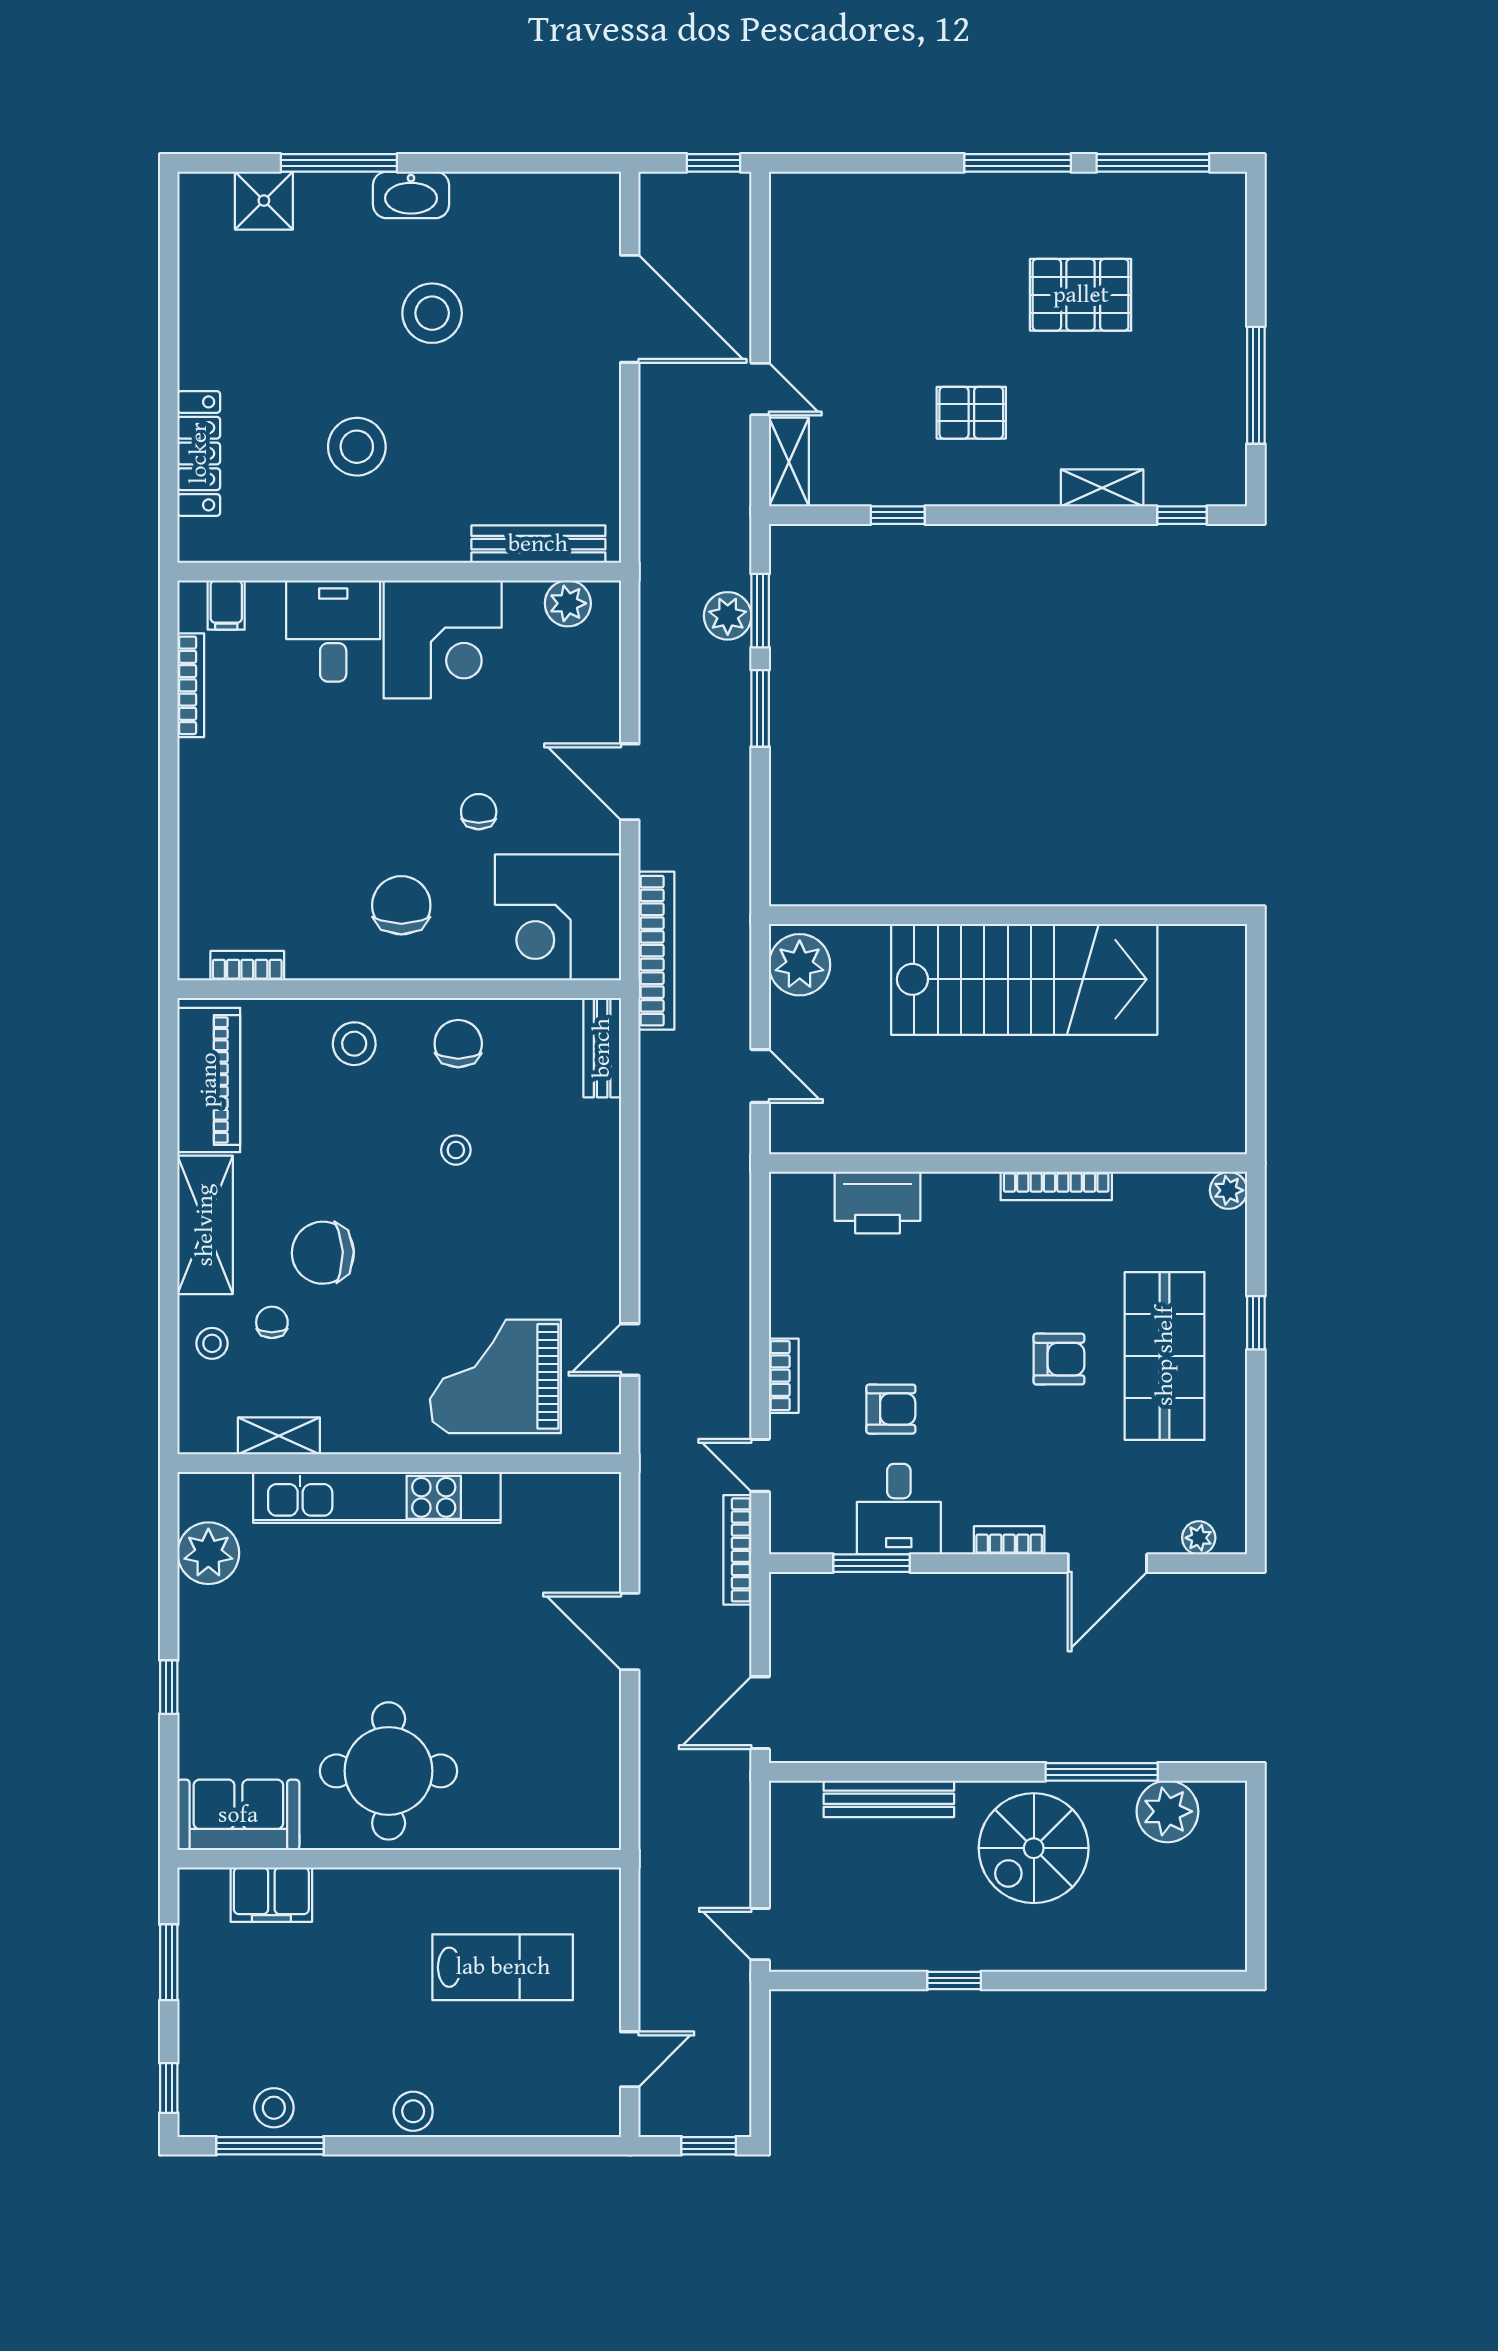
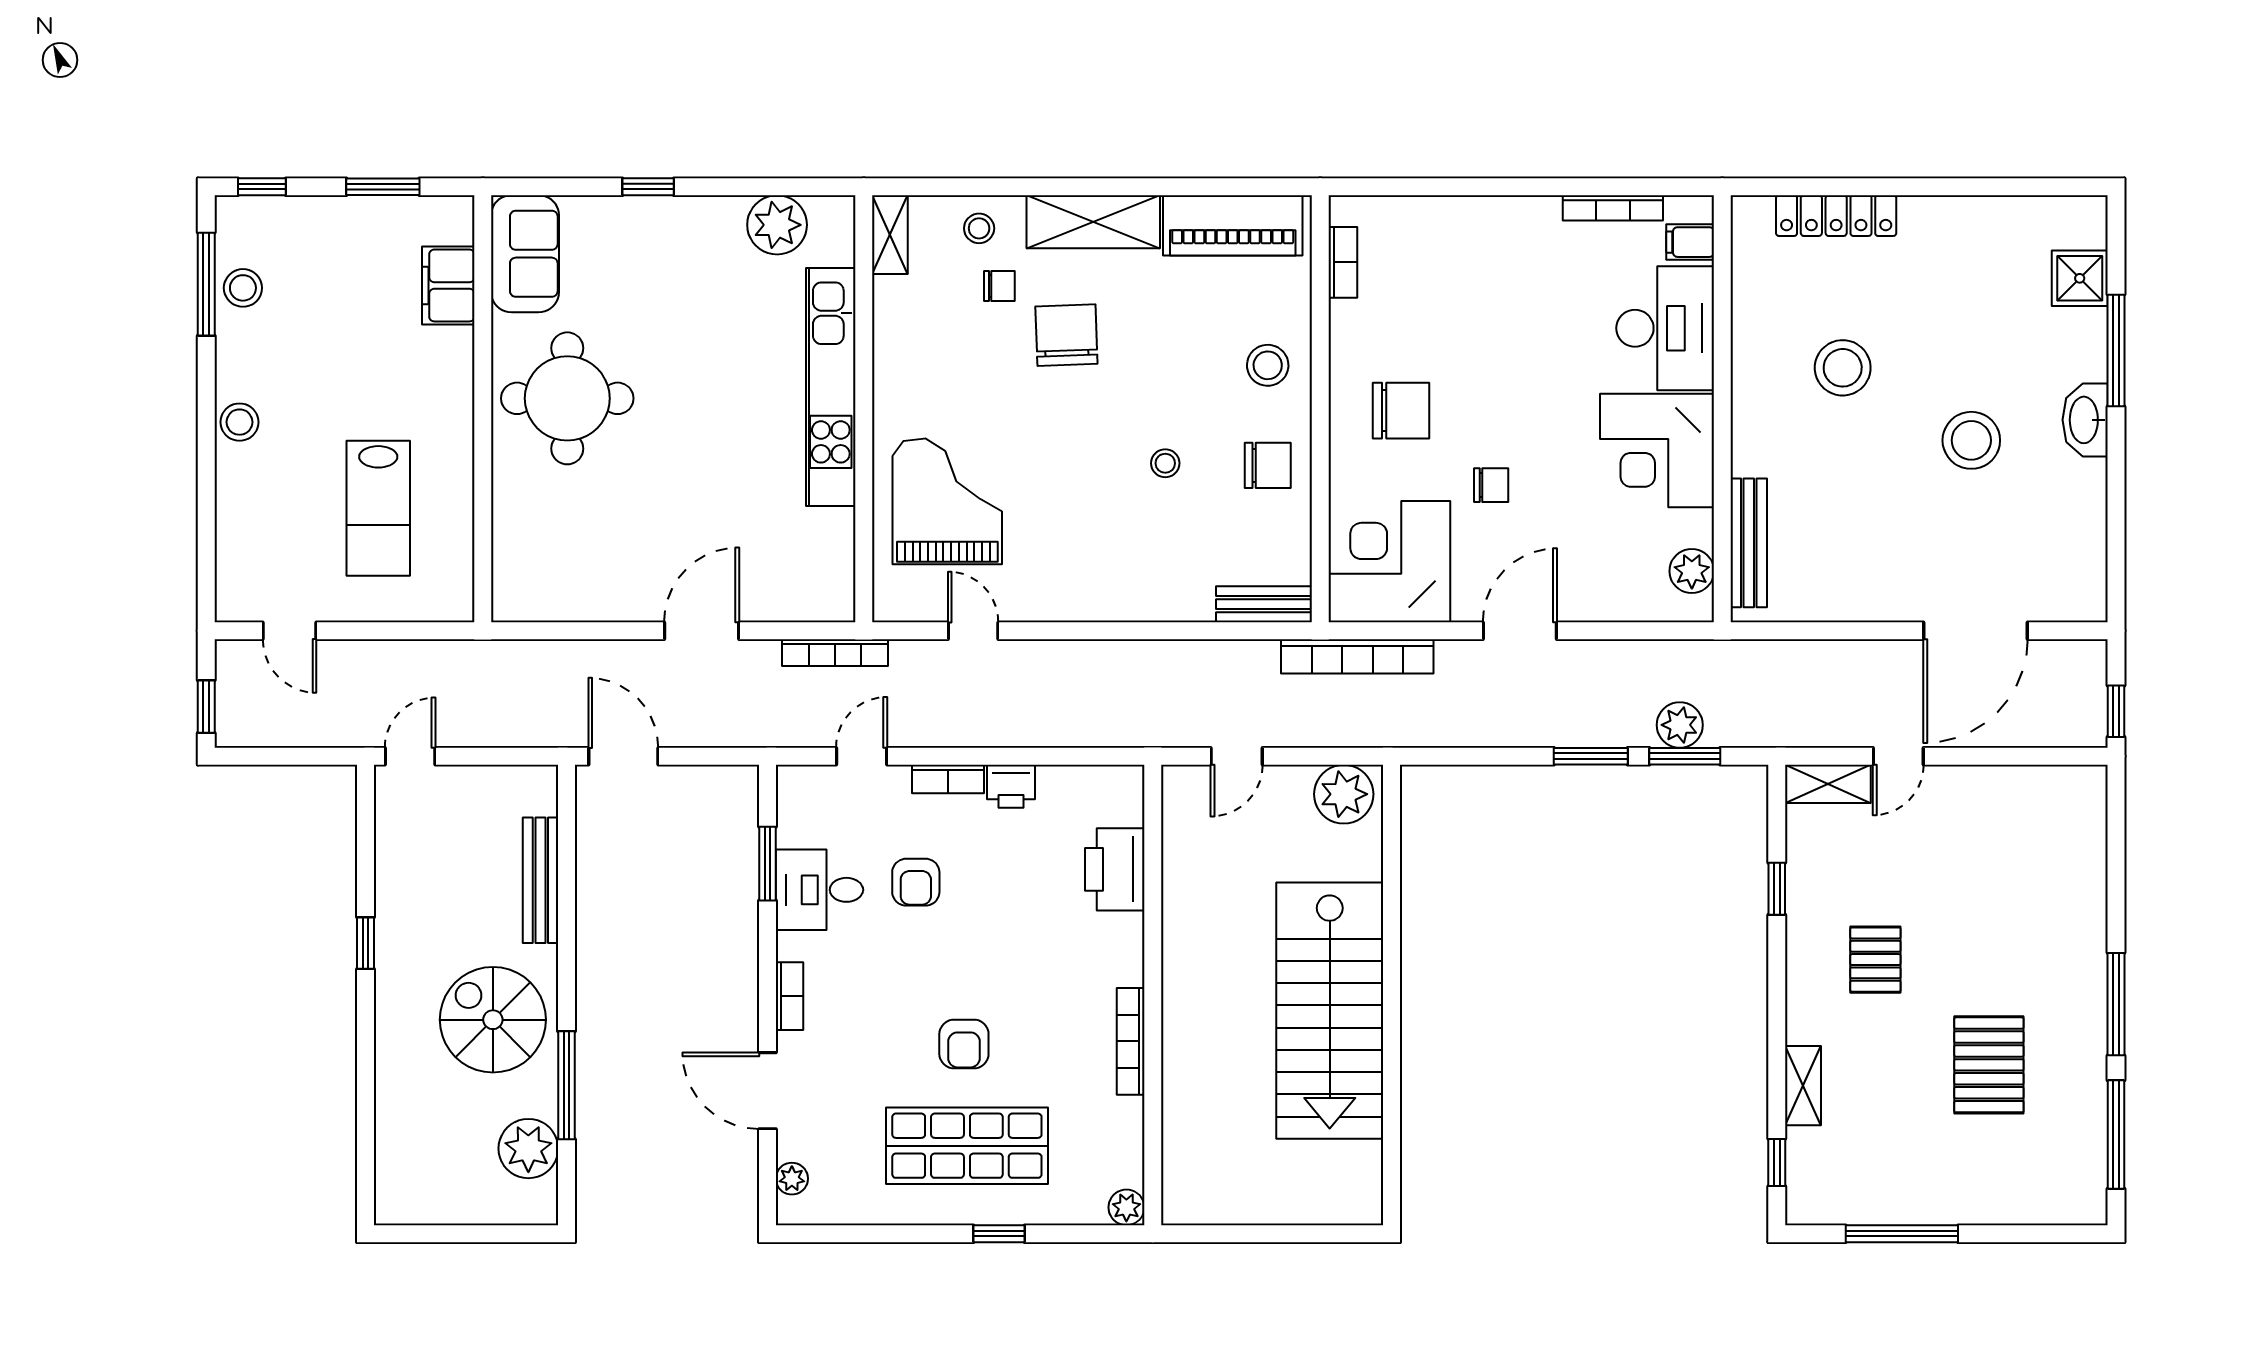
desk: (333, 631) -> (1665, 328), width x1.37
printer: (791, 1310) -> (1011, 786), added
shelving: (279, 1436) -> (890, 235), moved
bookcase: (737, 1550) -> (835, 653), moved, turned 180

